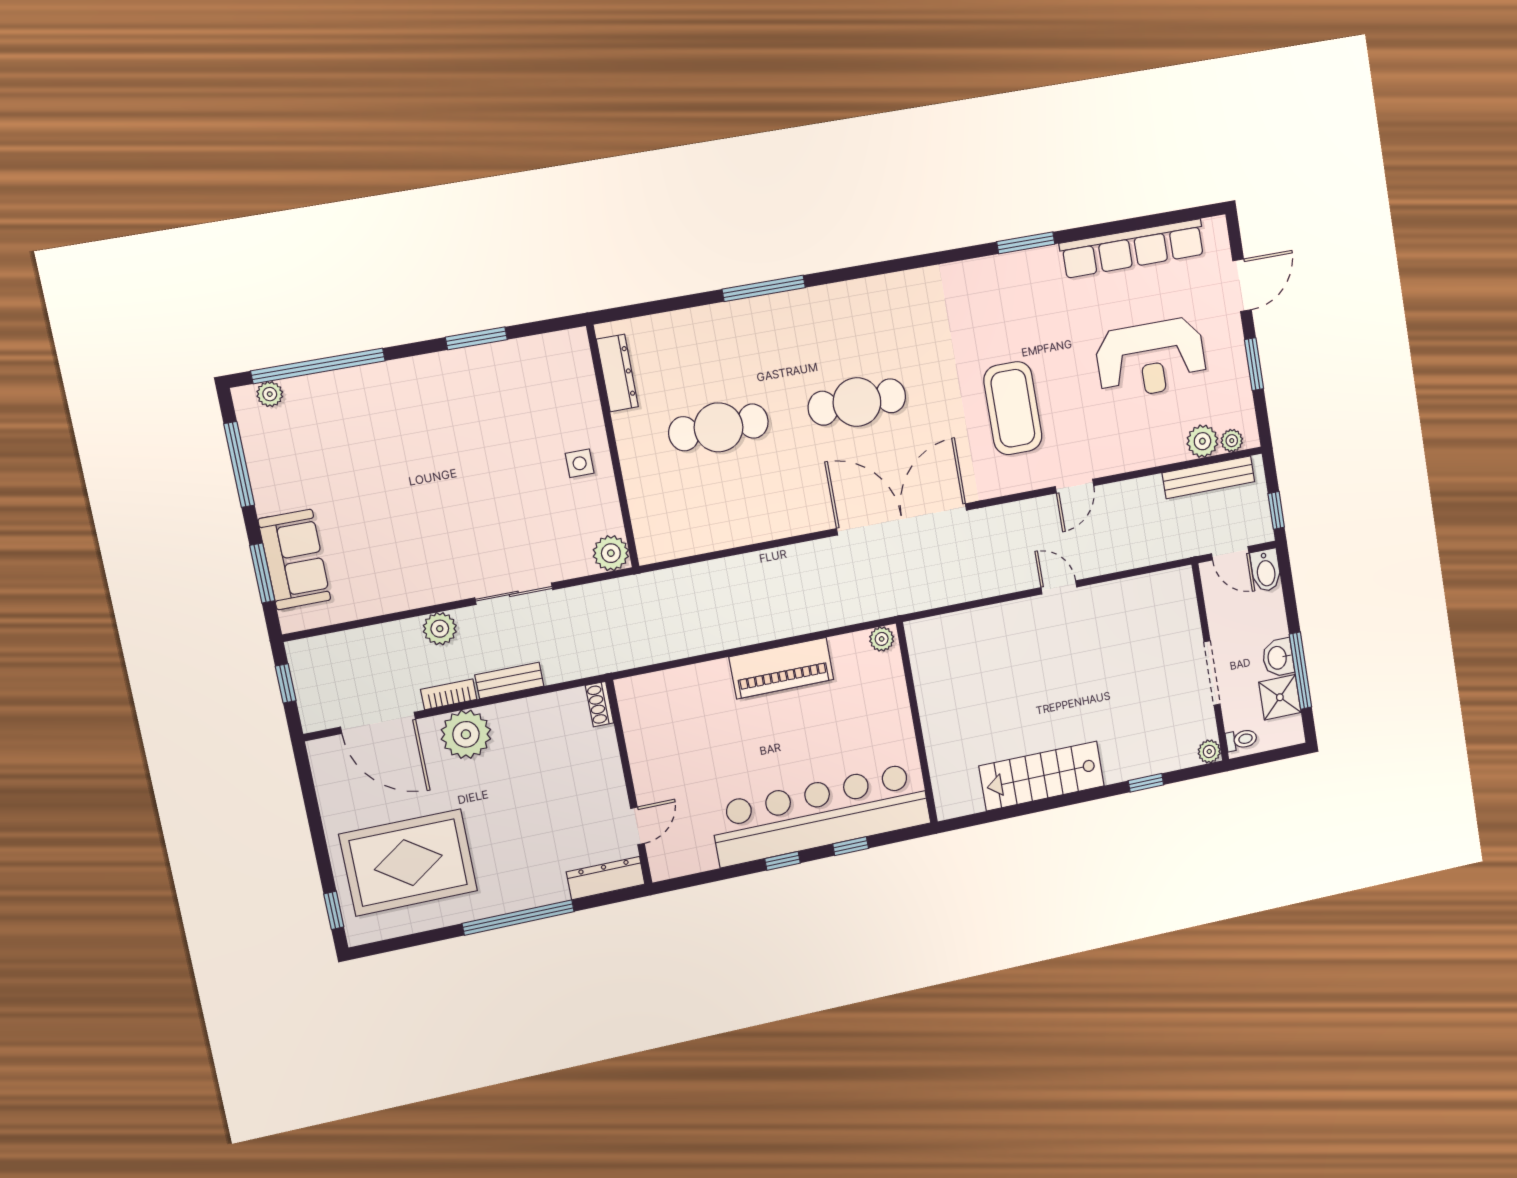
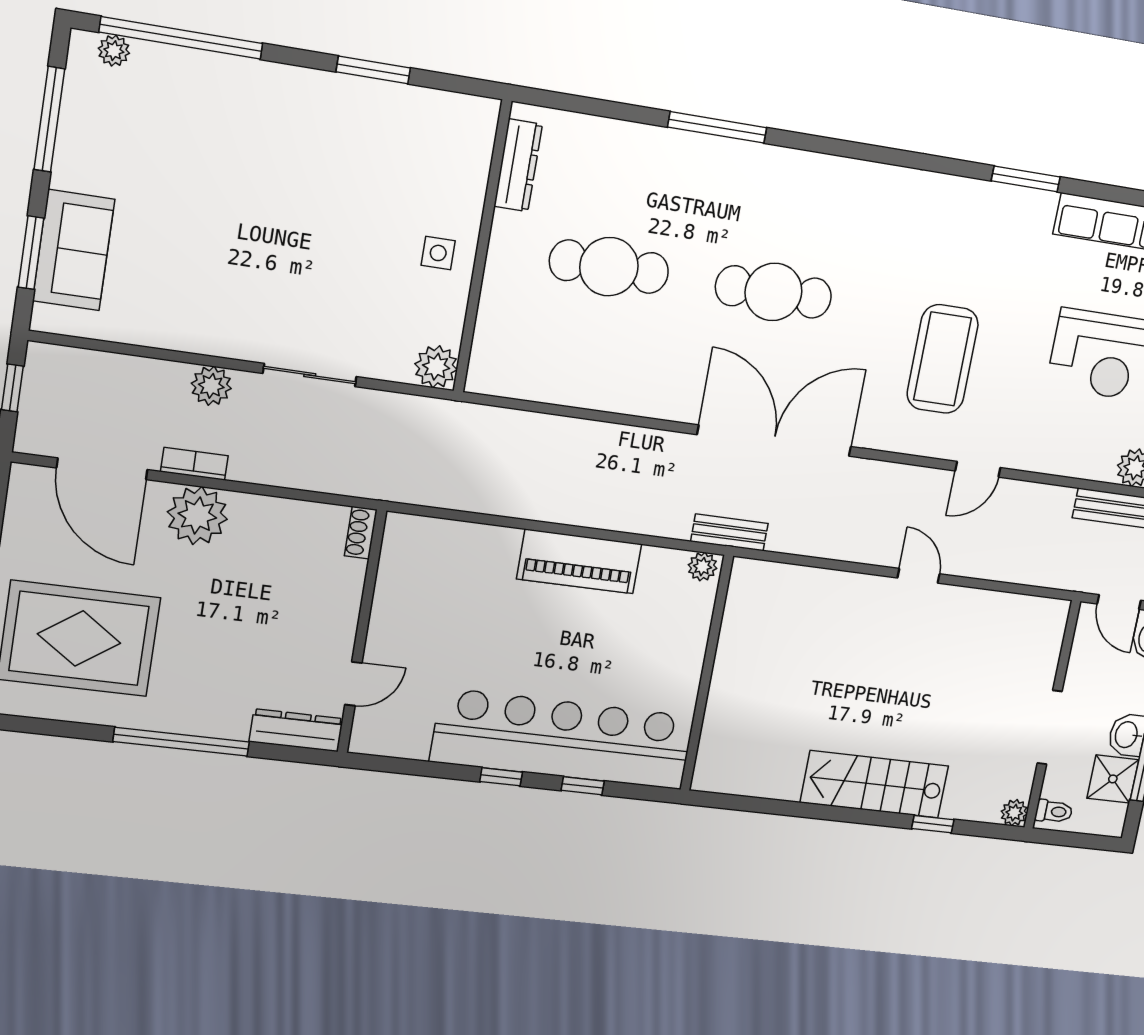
bench: (509, 680) -> (729, 532), moved
stairs: (1042, 776) -> (874, 784), moved

